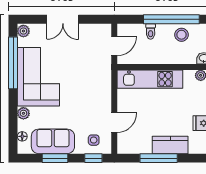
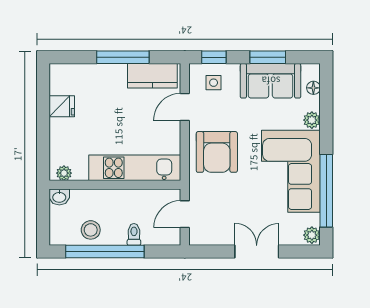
armchair: (91, 90) -> (217, 152), added
kitchen counter: (170, 145) -> (152, 76), moved

